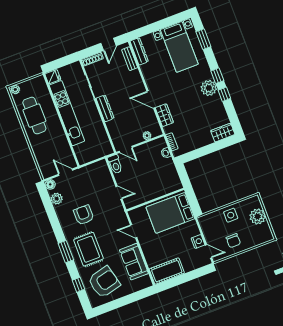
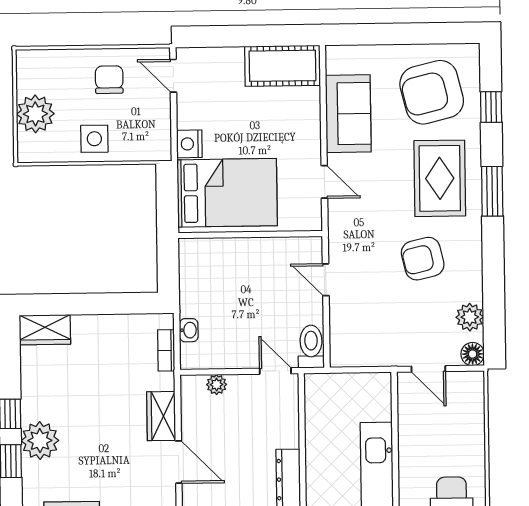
armchair: (84, 215) -> (423, 259), turned 77
nightstand: (198, 241) -> (189, 144), moved

